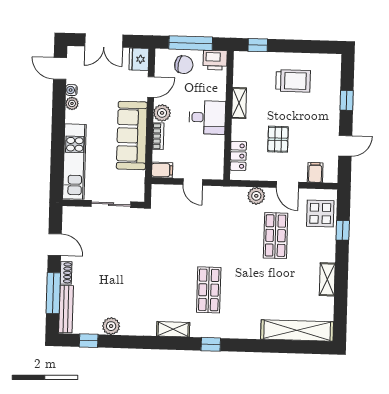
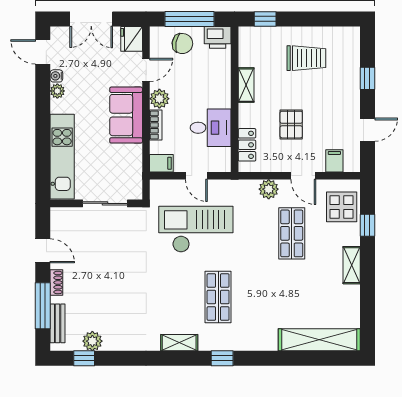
desk: (207, 117) -> (211, 128), moved
sofa: (132, 136) -> (126, 115), width x0.73
checkout: (191, 229) -> (196, 229), added
shelving: (327, 279) -> (352, 265), moved
bench: (66, 309) -> (58, 323), width x0.73
plant: (111, 326) -> (92, 341), moved

